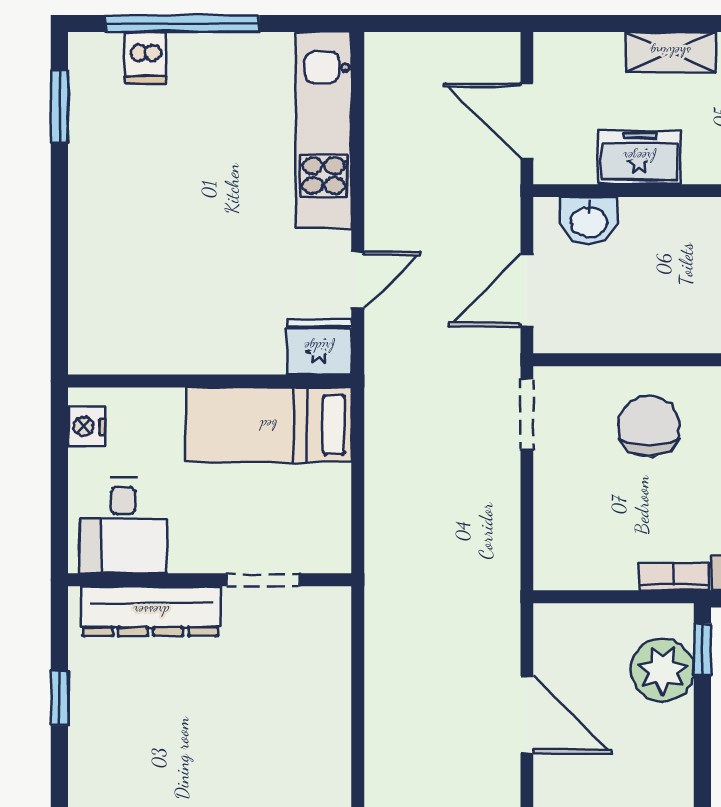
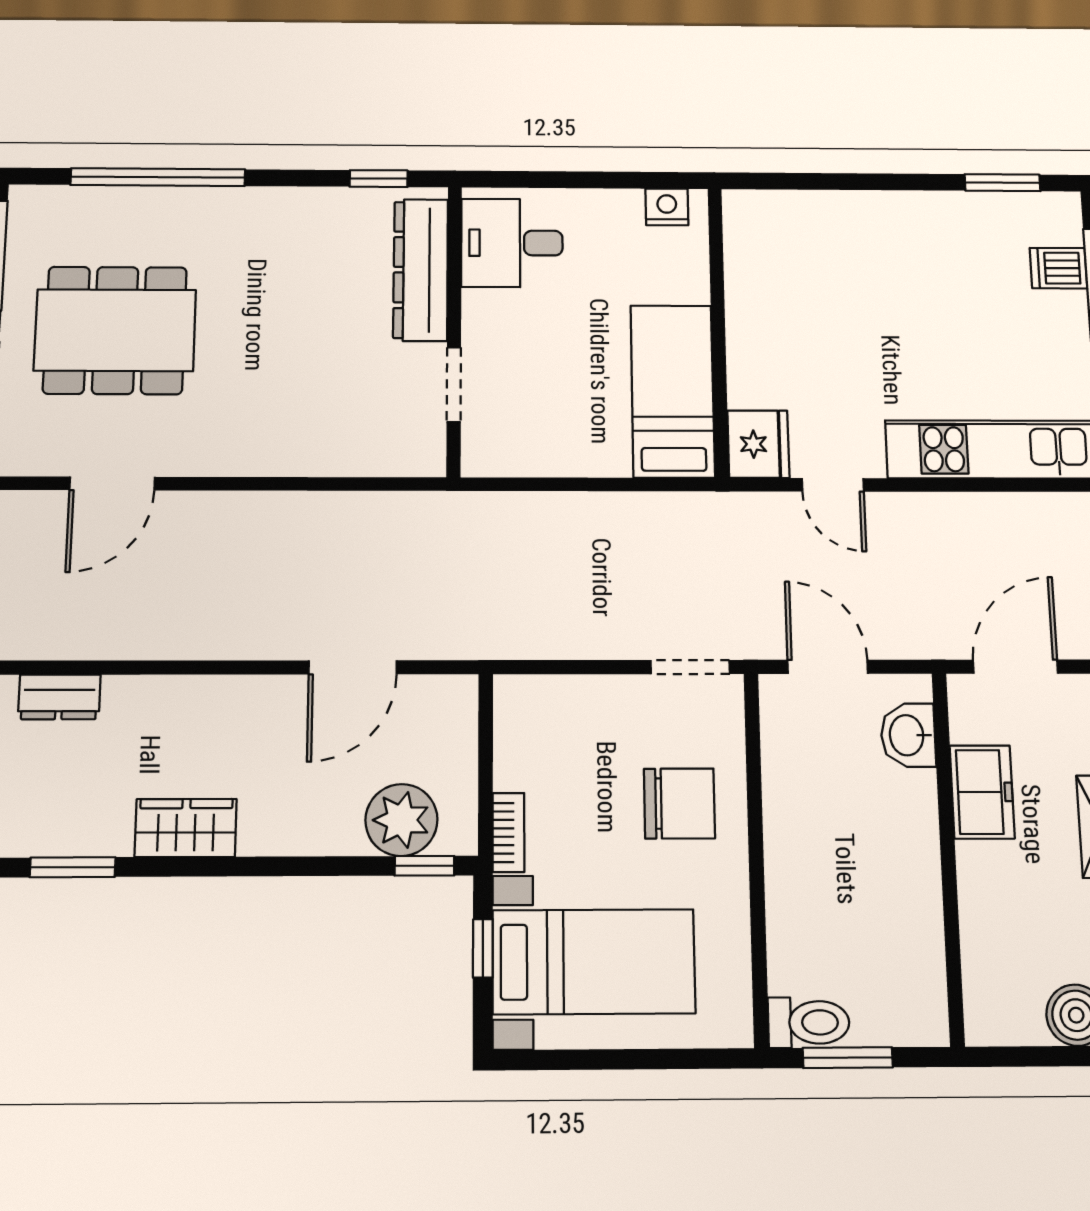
desk: (123, 526) -> (512, 243), moved
wall: (210, 580) -> (454, 330), moved
doorway: (263, 580) -> (454, 385), moved
dresser: (151, 611) -> (421, 270), moved

